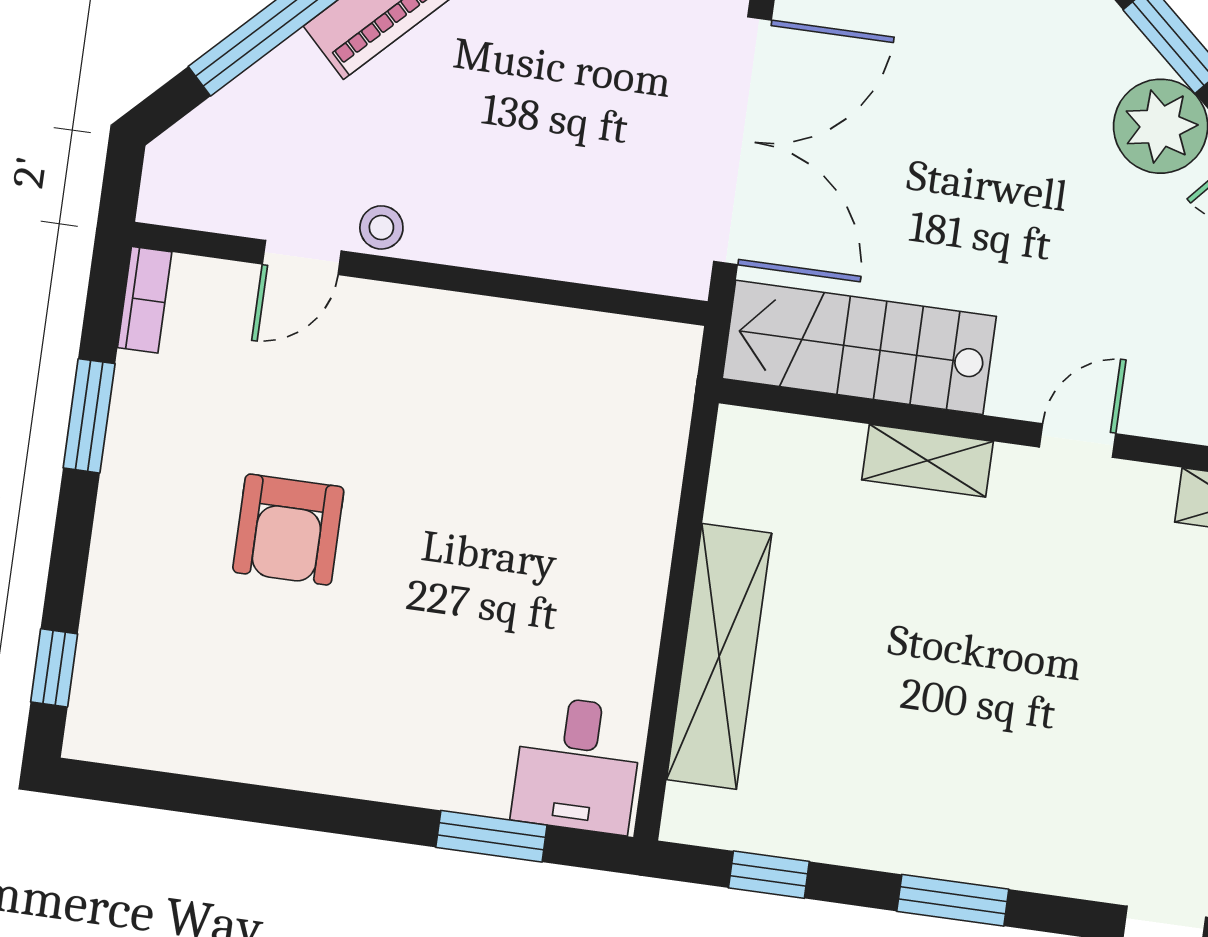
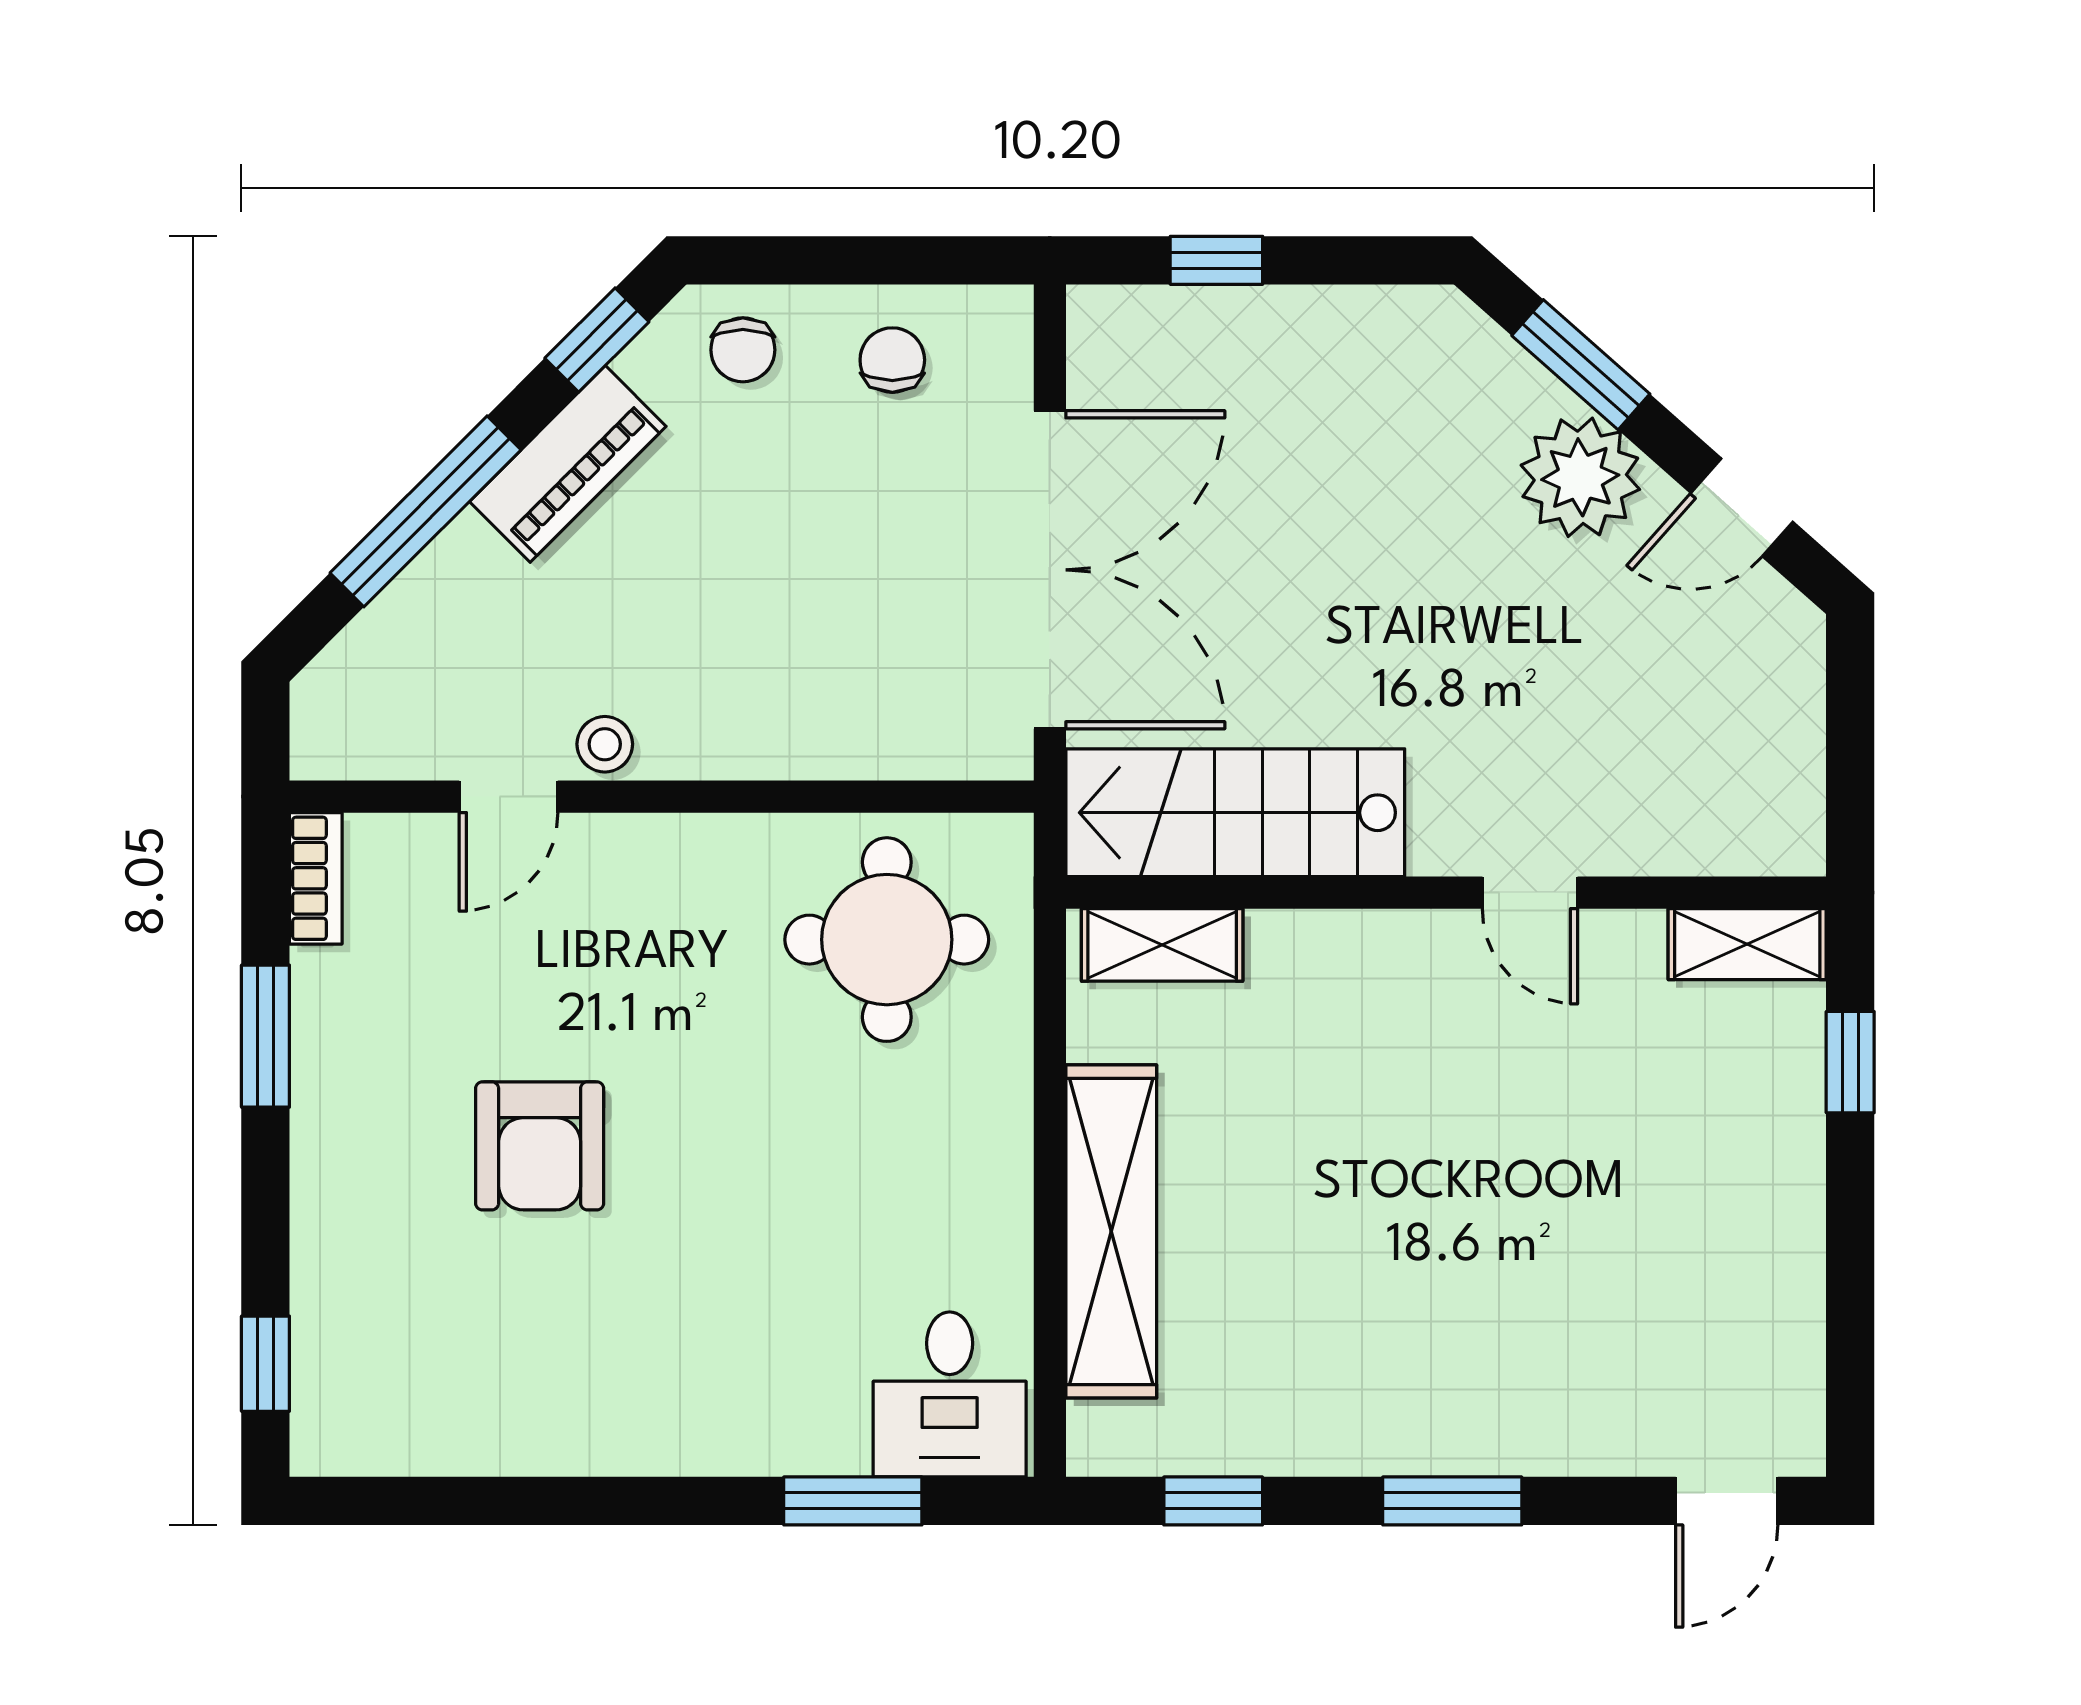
round table: (578, 408) -> (887, 940), added
door: (1078, 440) -> (1530, 893), swing flipped
shelving: (927, 461) -> (1162, 945), moved

